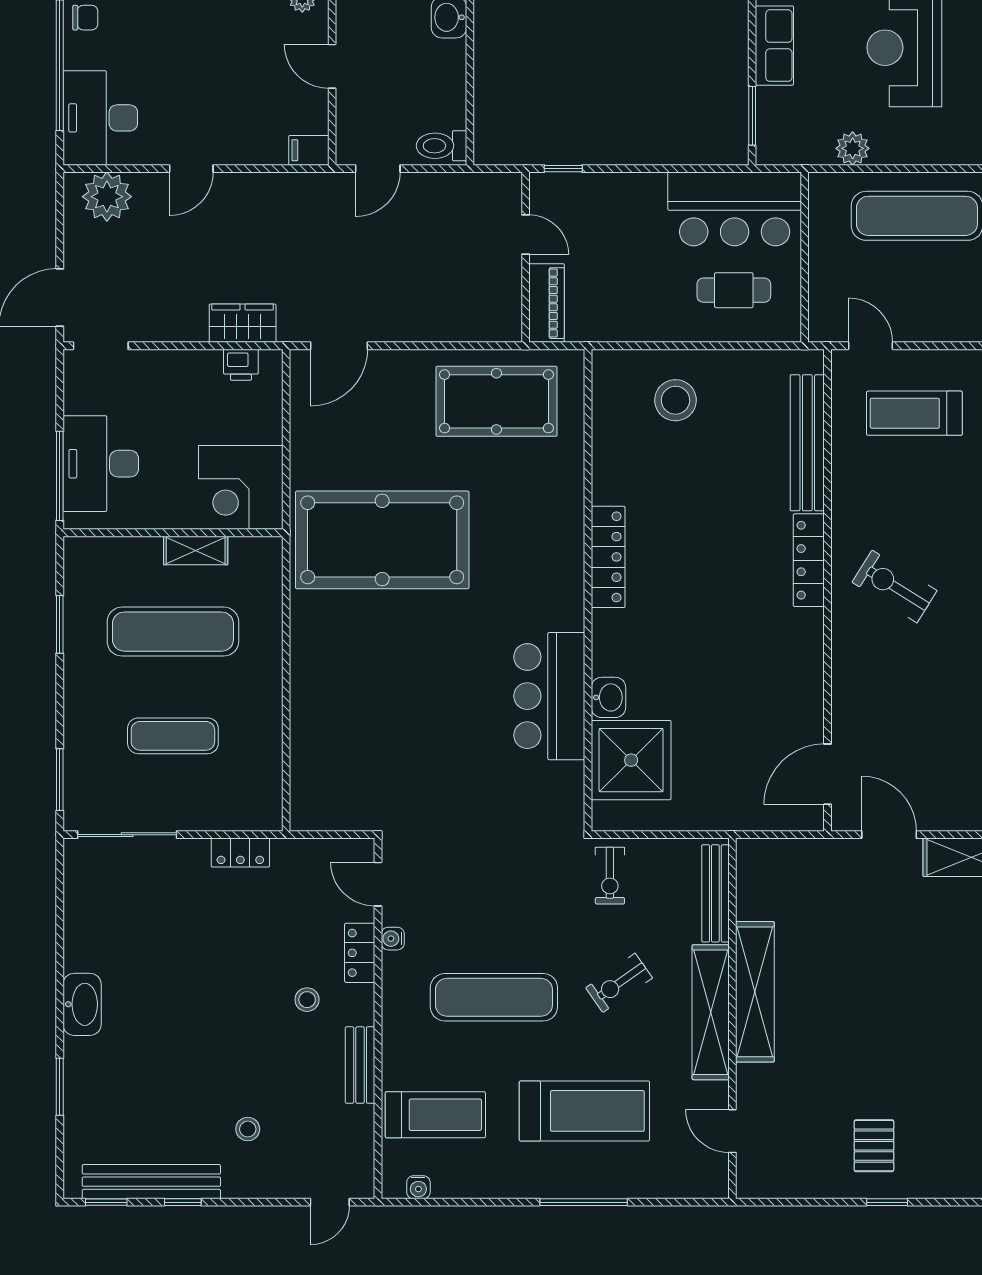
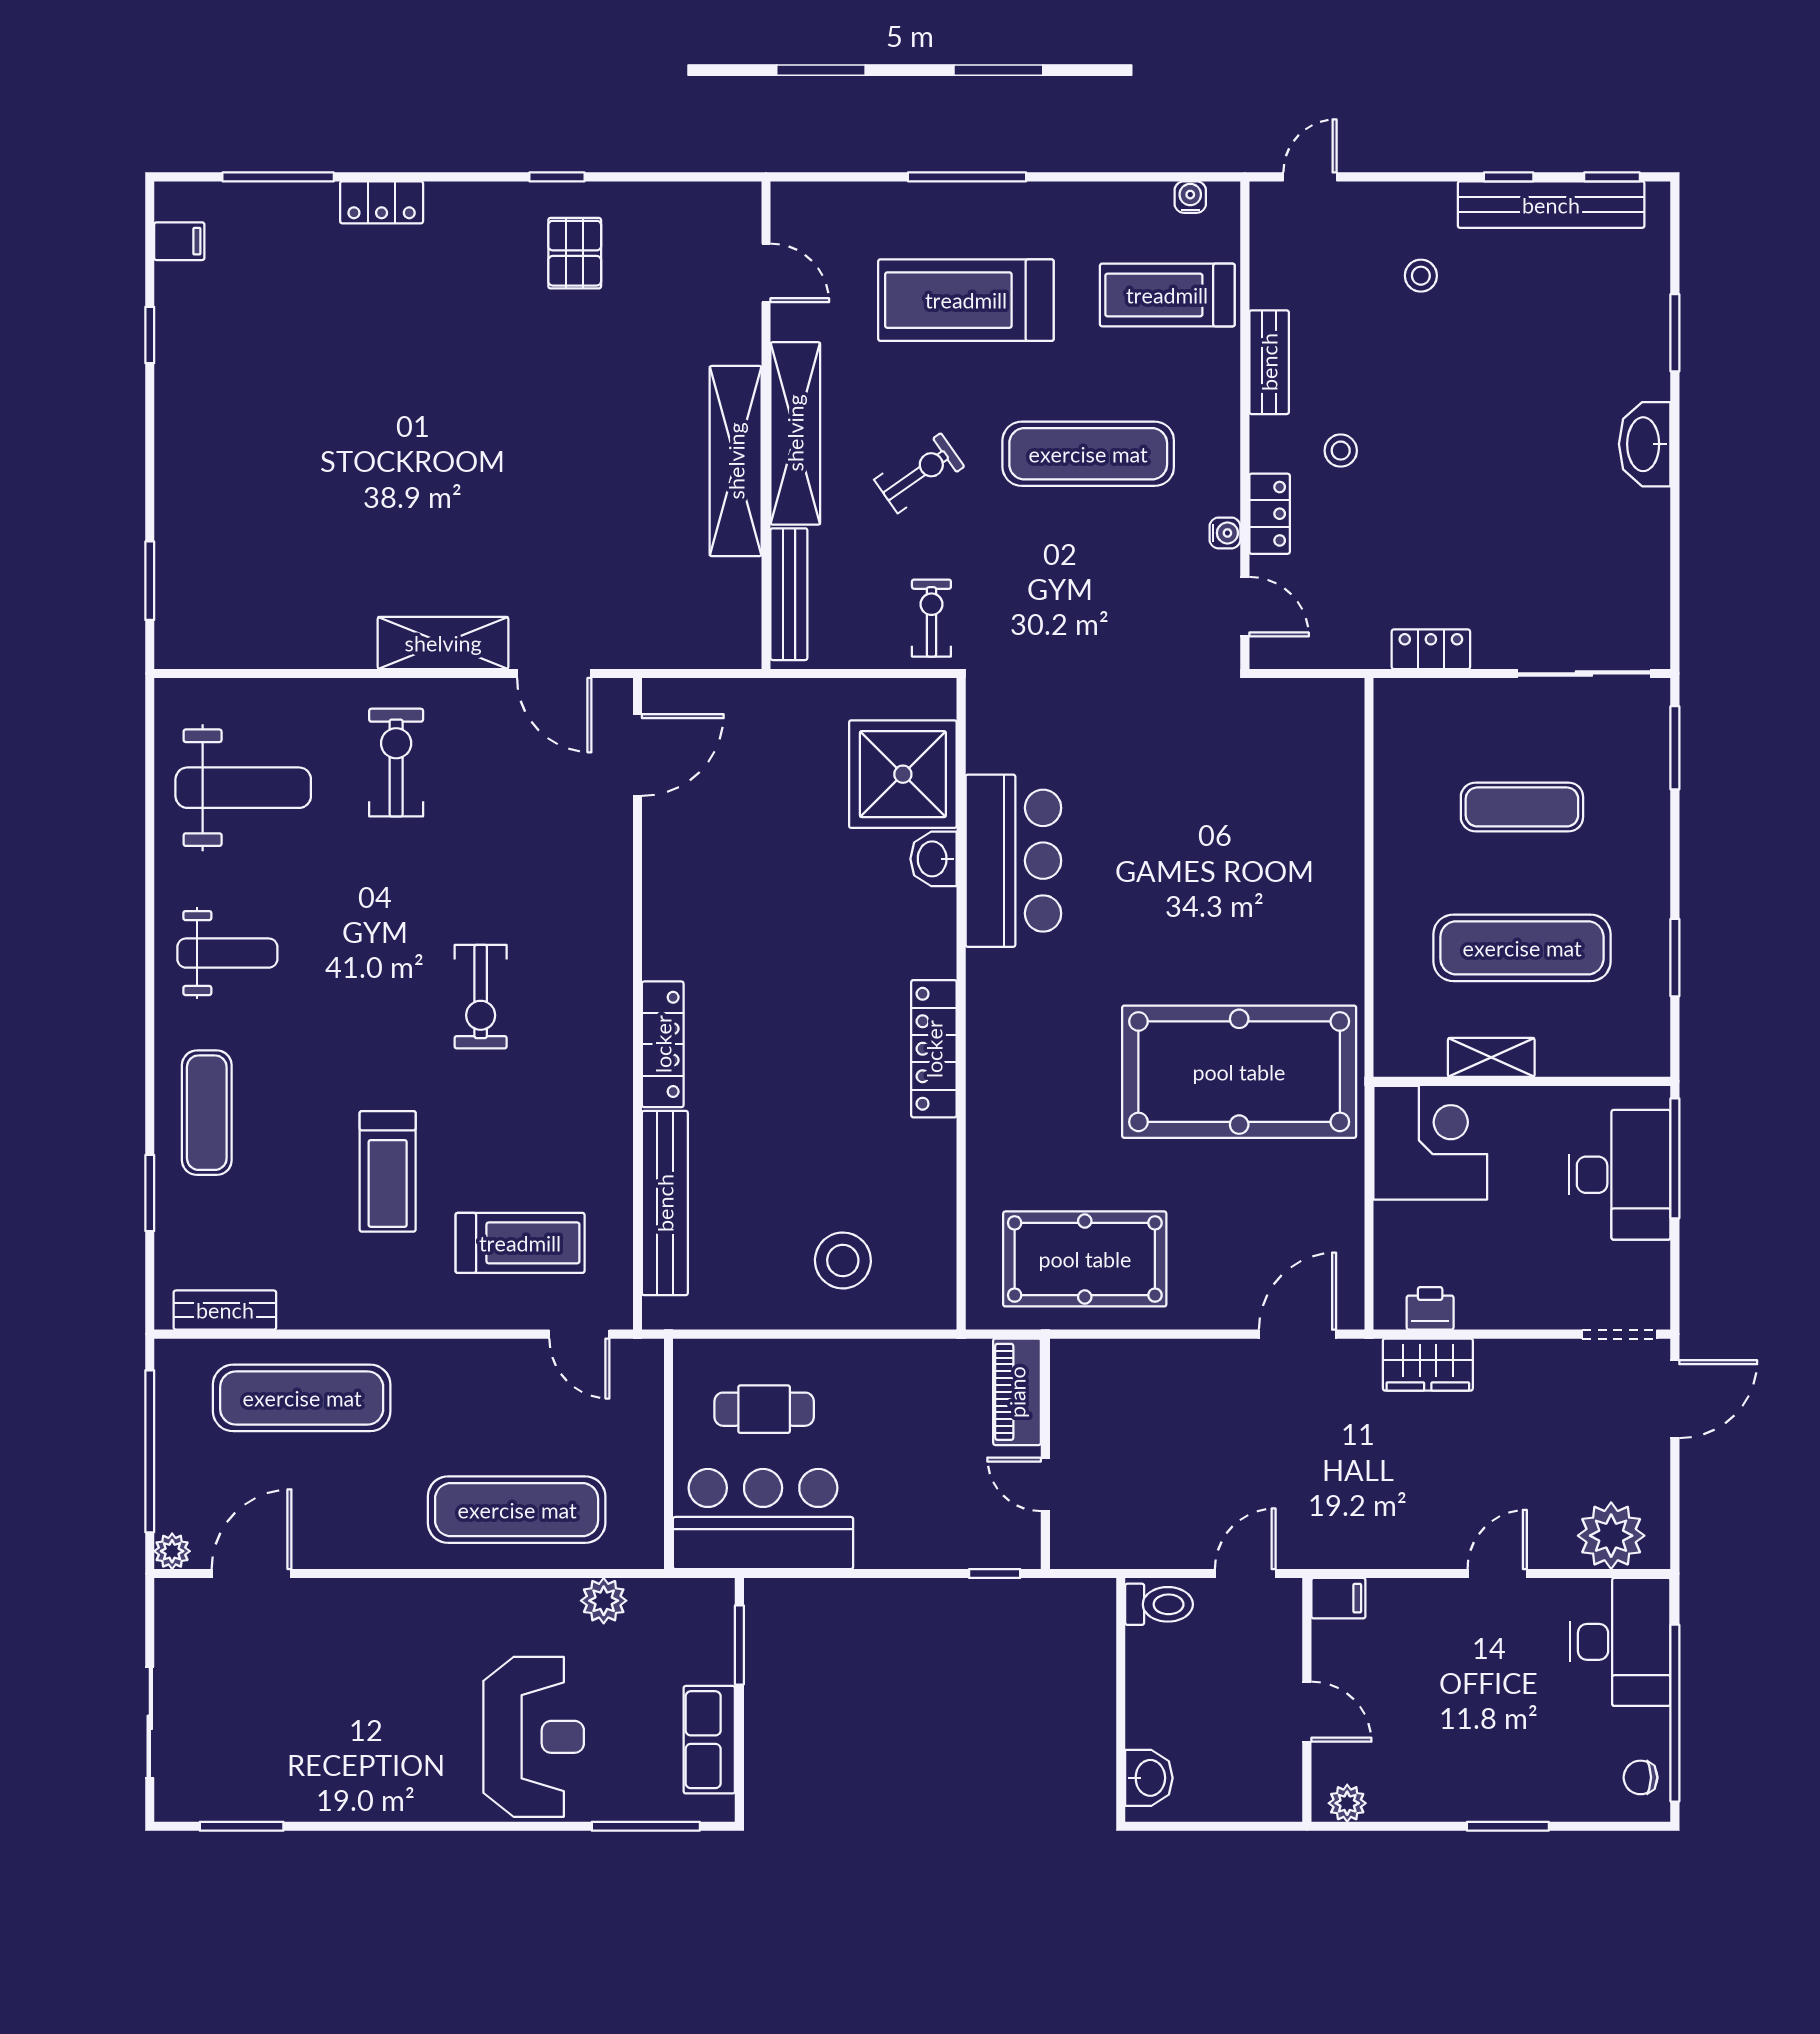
exercise bike: (894, 586) -> (481, 997), moved, turned 58

